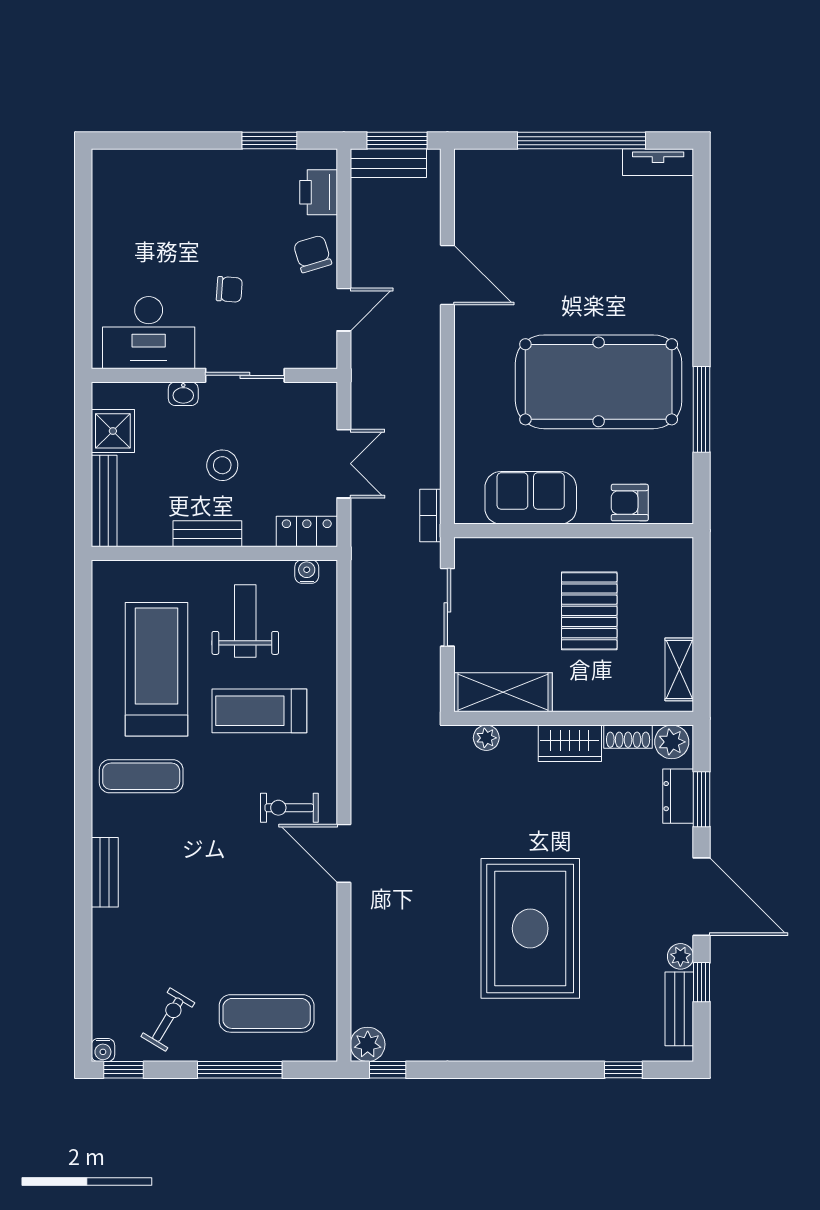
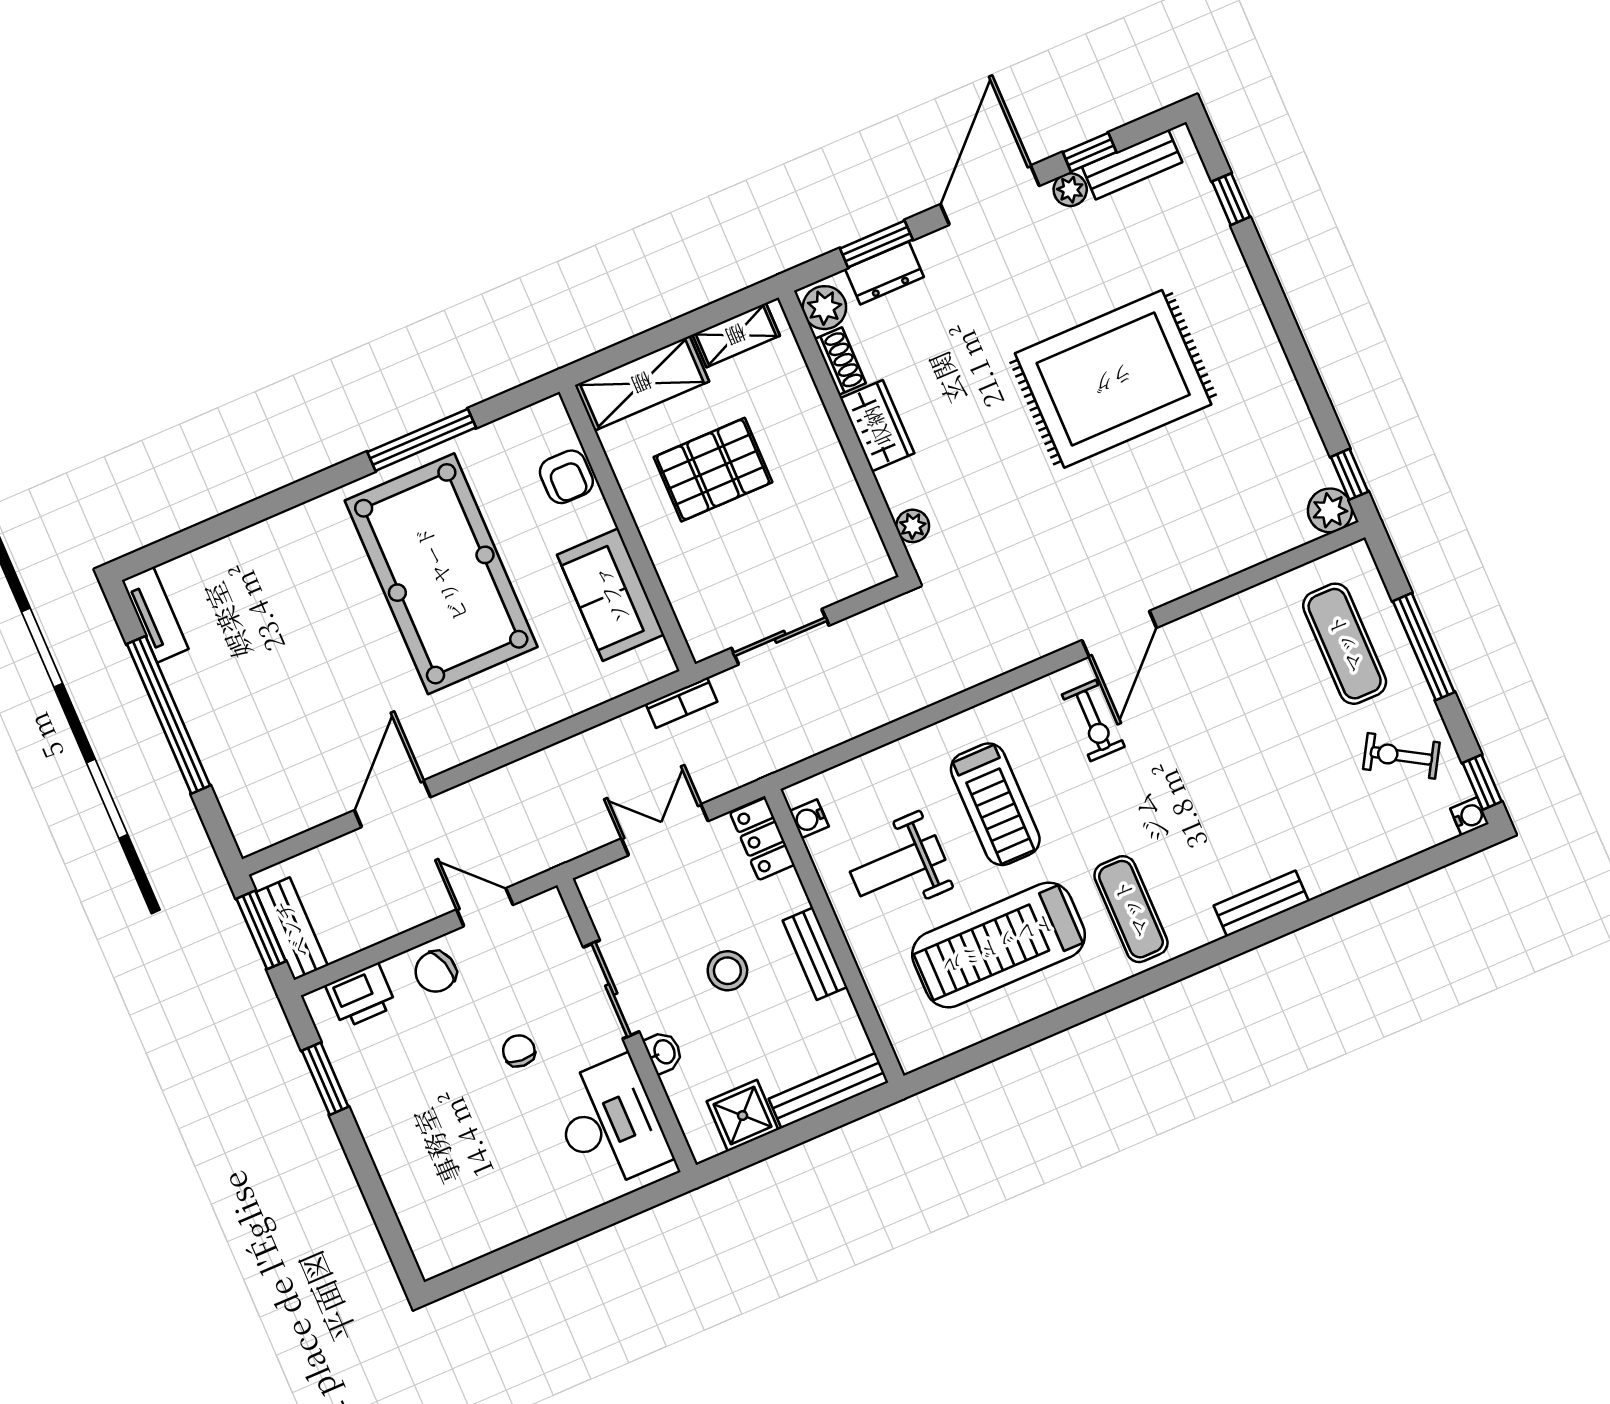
shelving: (503, 692) -> (642, 383), moved, turned 90

